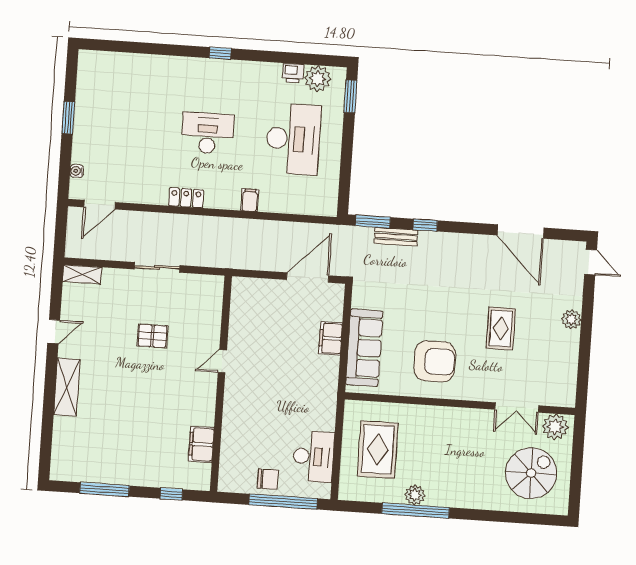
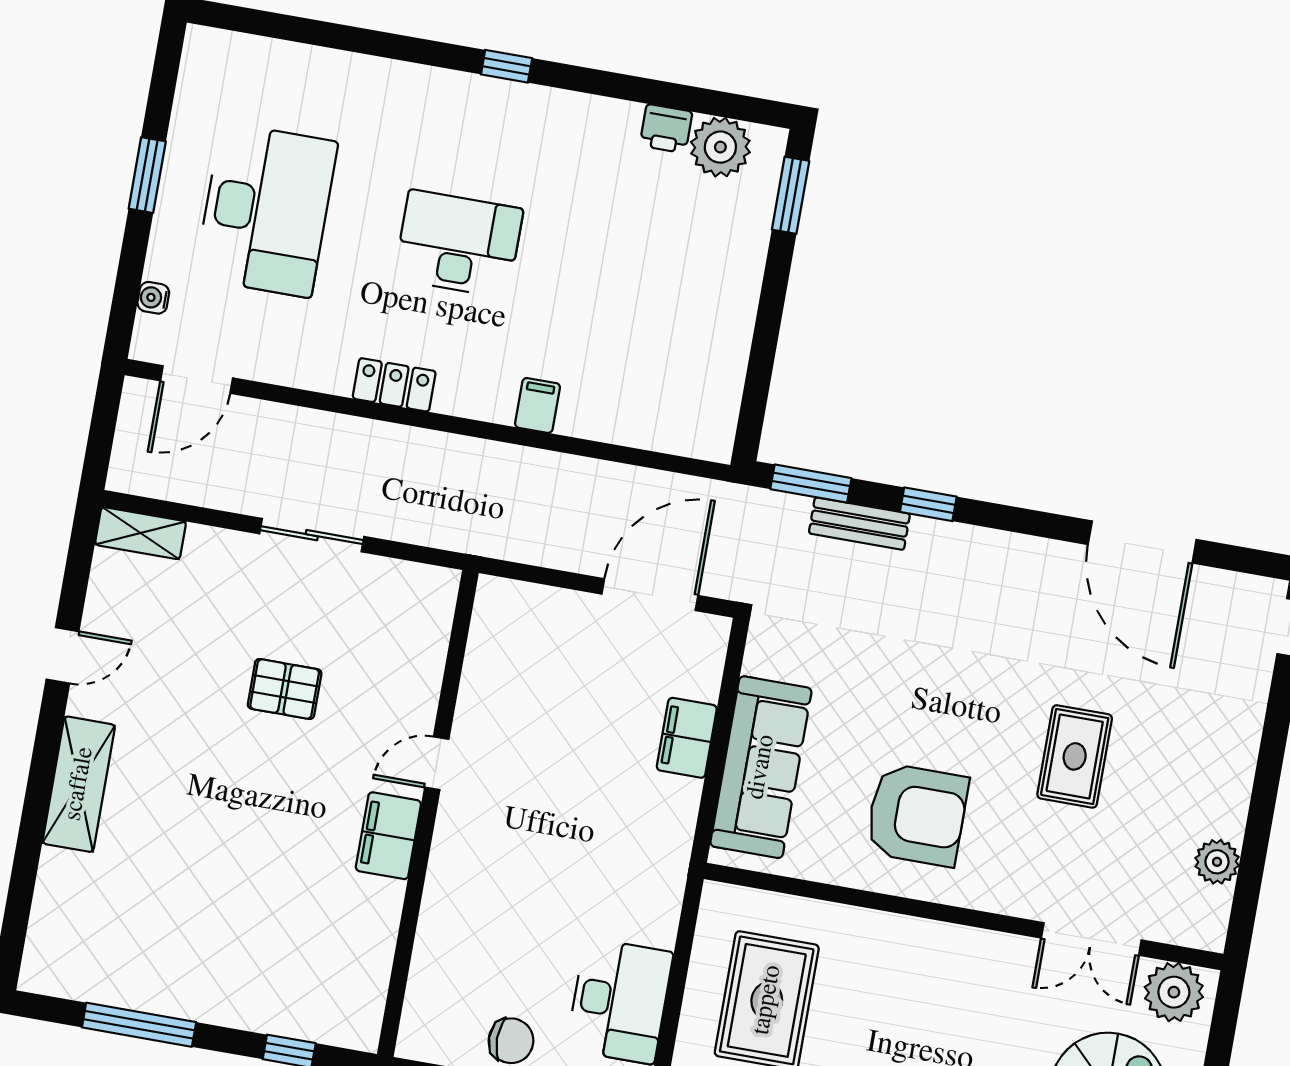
desk: (293, 139) -> (266, 210), moved
plant: (571, 319) -> (1217, 862), moved
filing cabinet: (201, 444) -> (388, 836), moved

